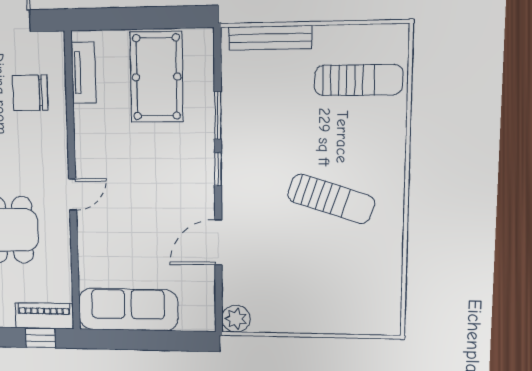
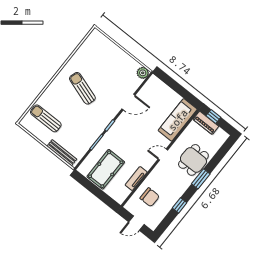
tv unit: (83, 73) -> (136, 178), moved
sofa: (128, 310) -> (178, 120), moved, turned 90

